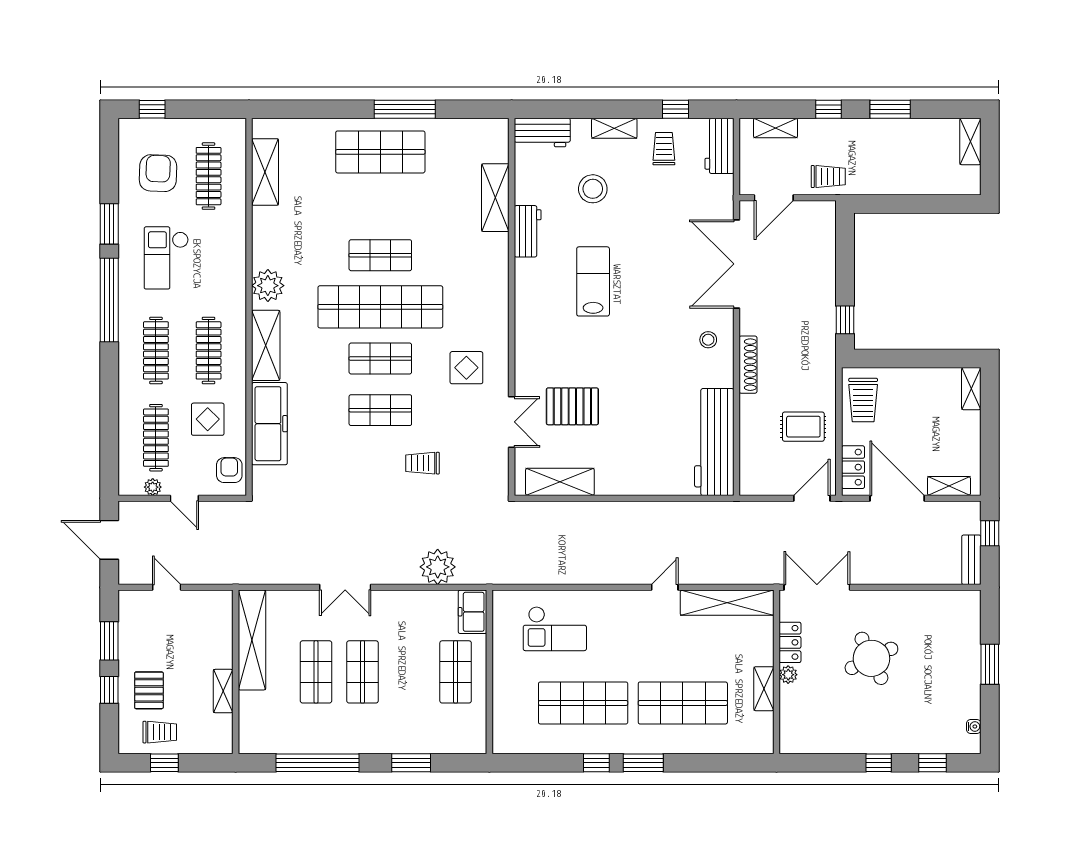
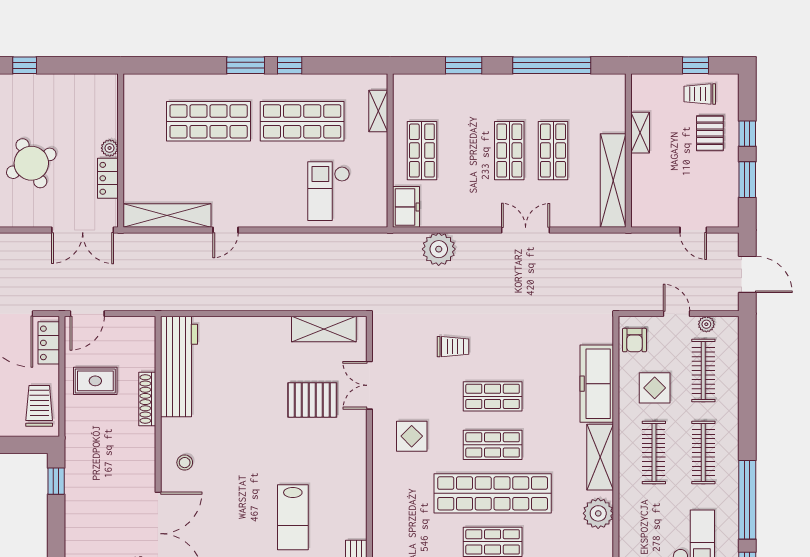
shoe rack: (748, 365) -> (147, 399), moved
checkout: (555, 629) -> (329, 191), turned -90
shelving: (764, 689) -> (378, 111), moved

